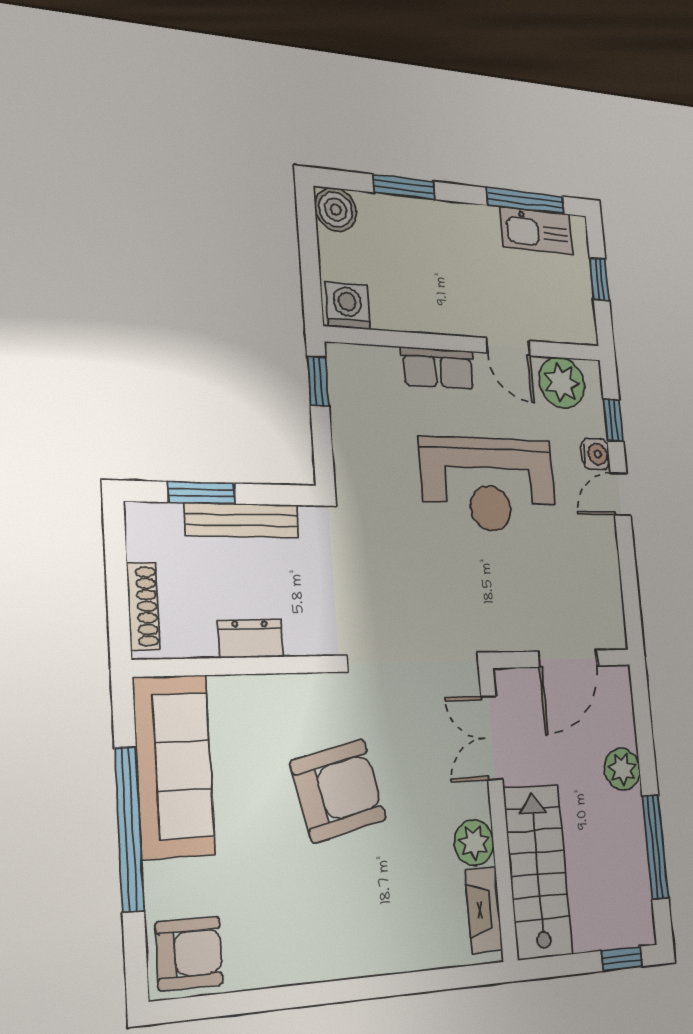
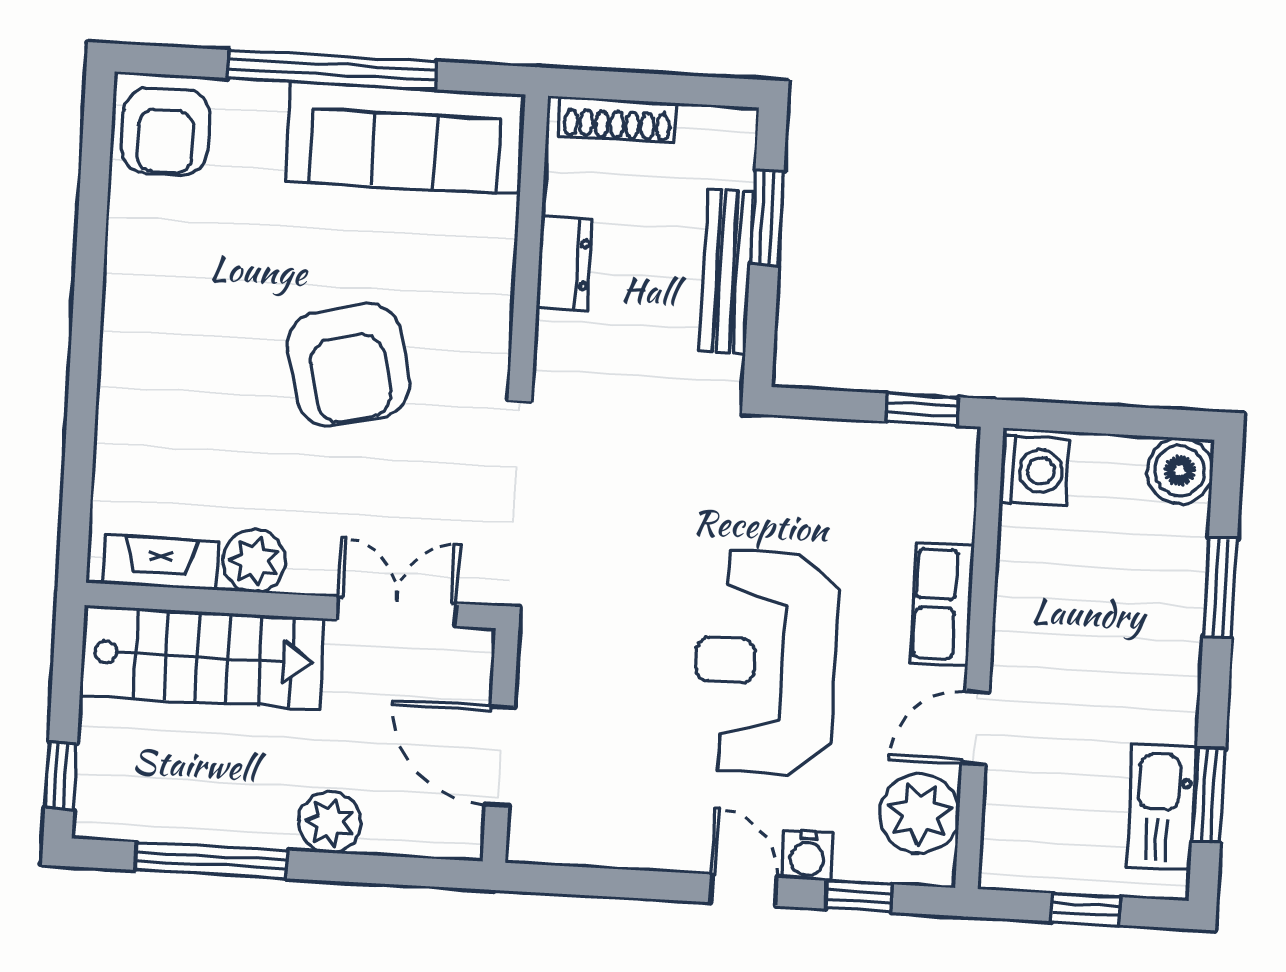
window: (526, 201) -> (1209, 795), width x0.69

